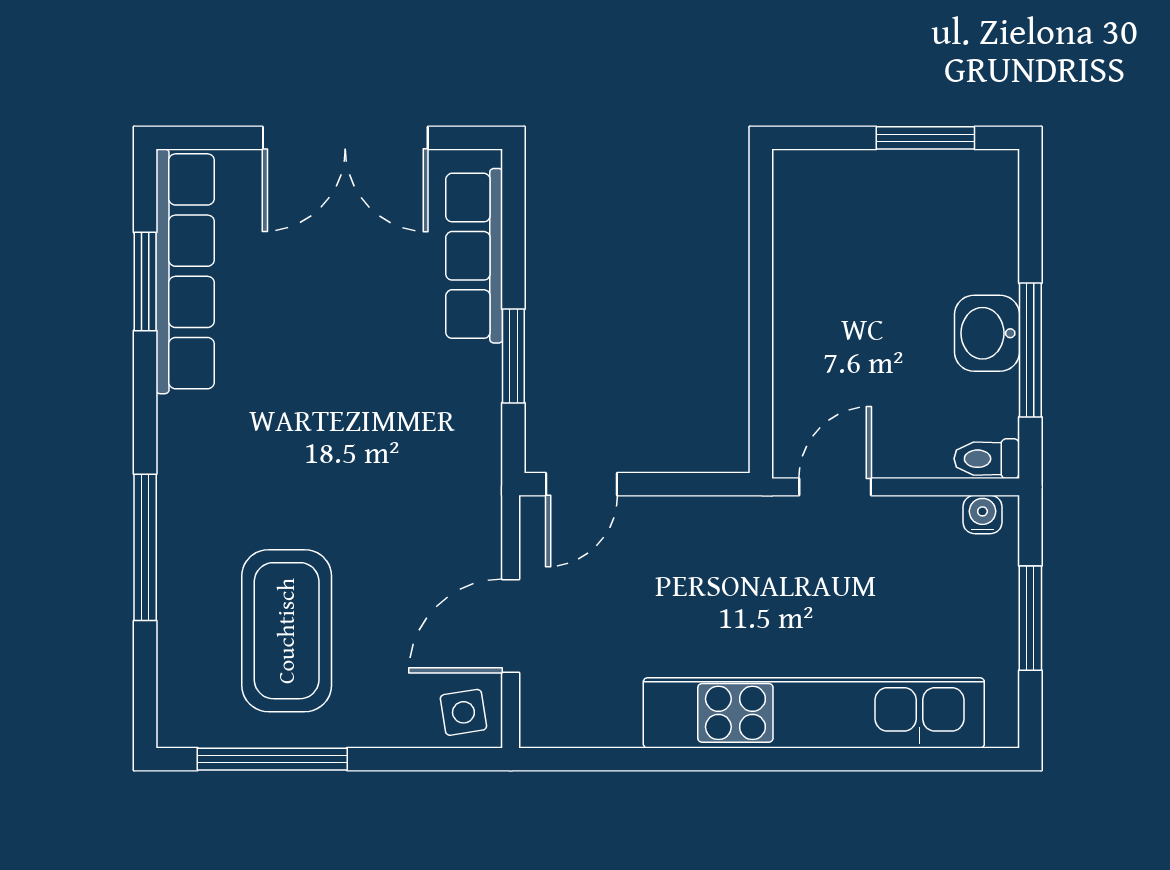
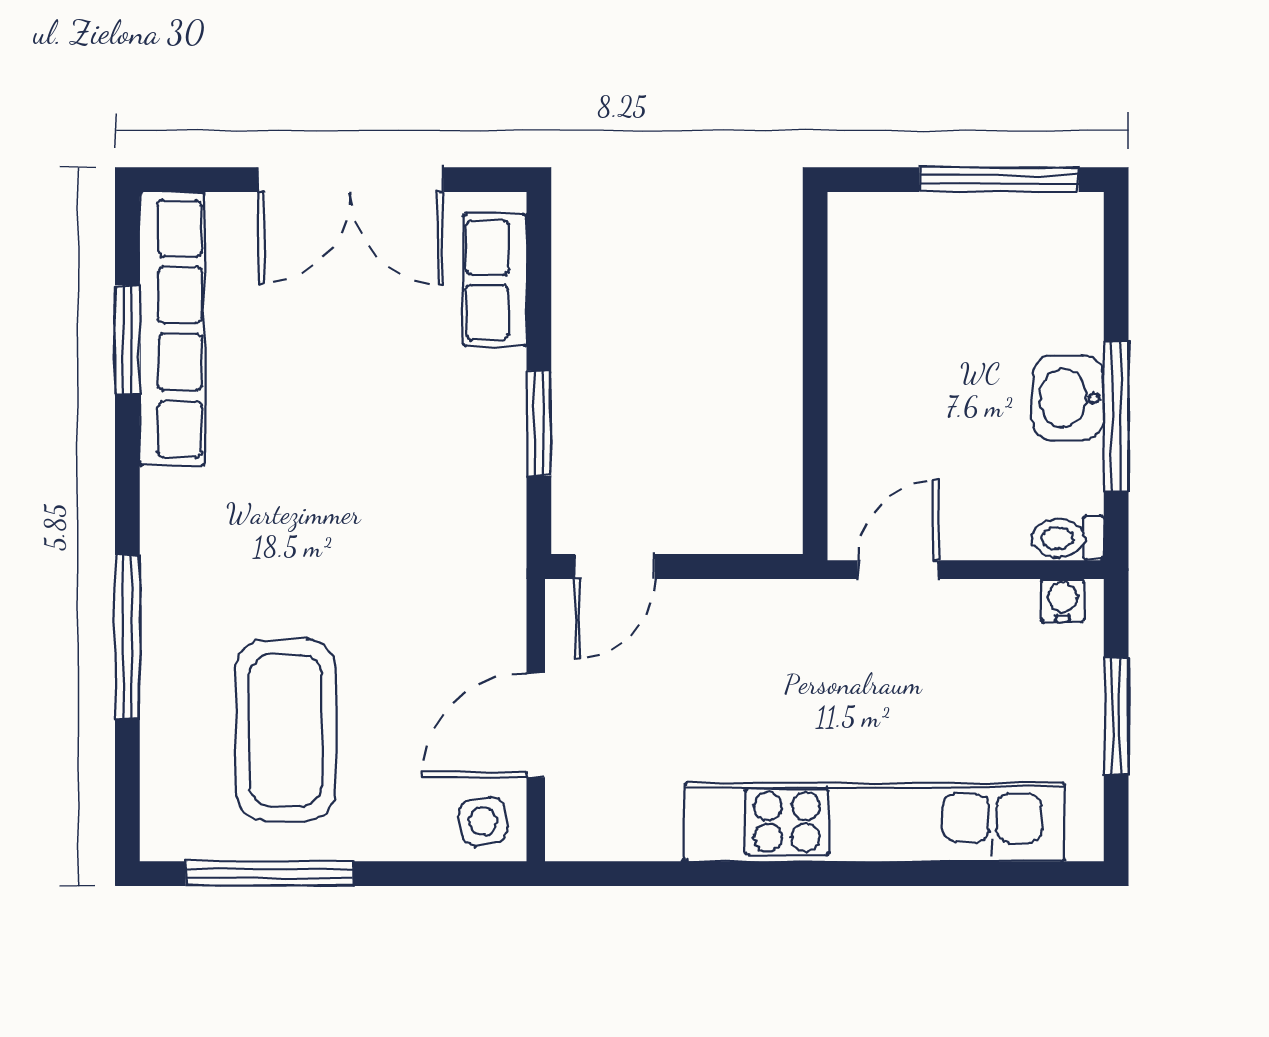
window: (925, 138) -> (999, 180), width x1.44
row of seats: (474, 256) -> (495, 280), width x0.68

